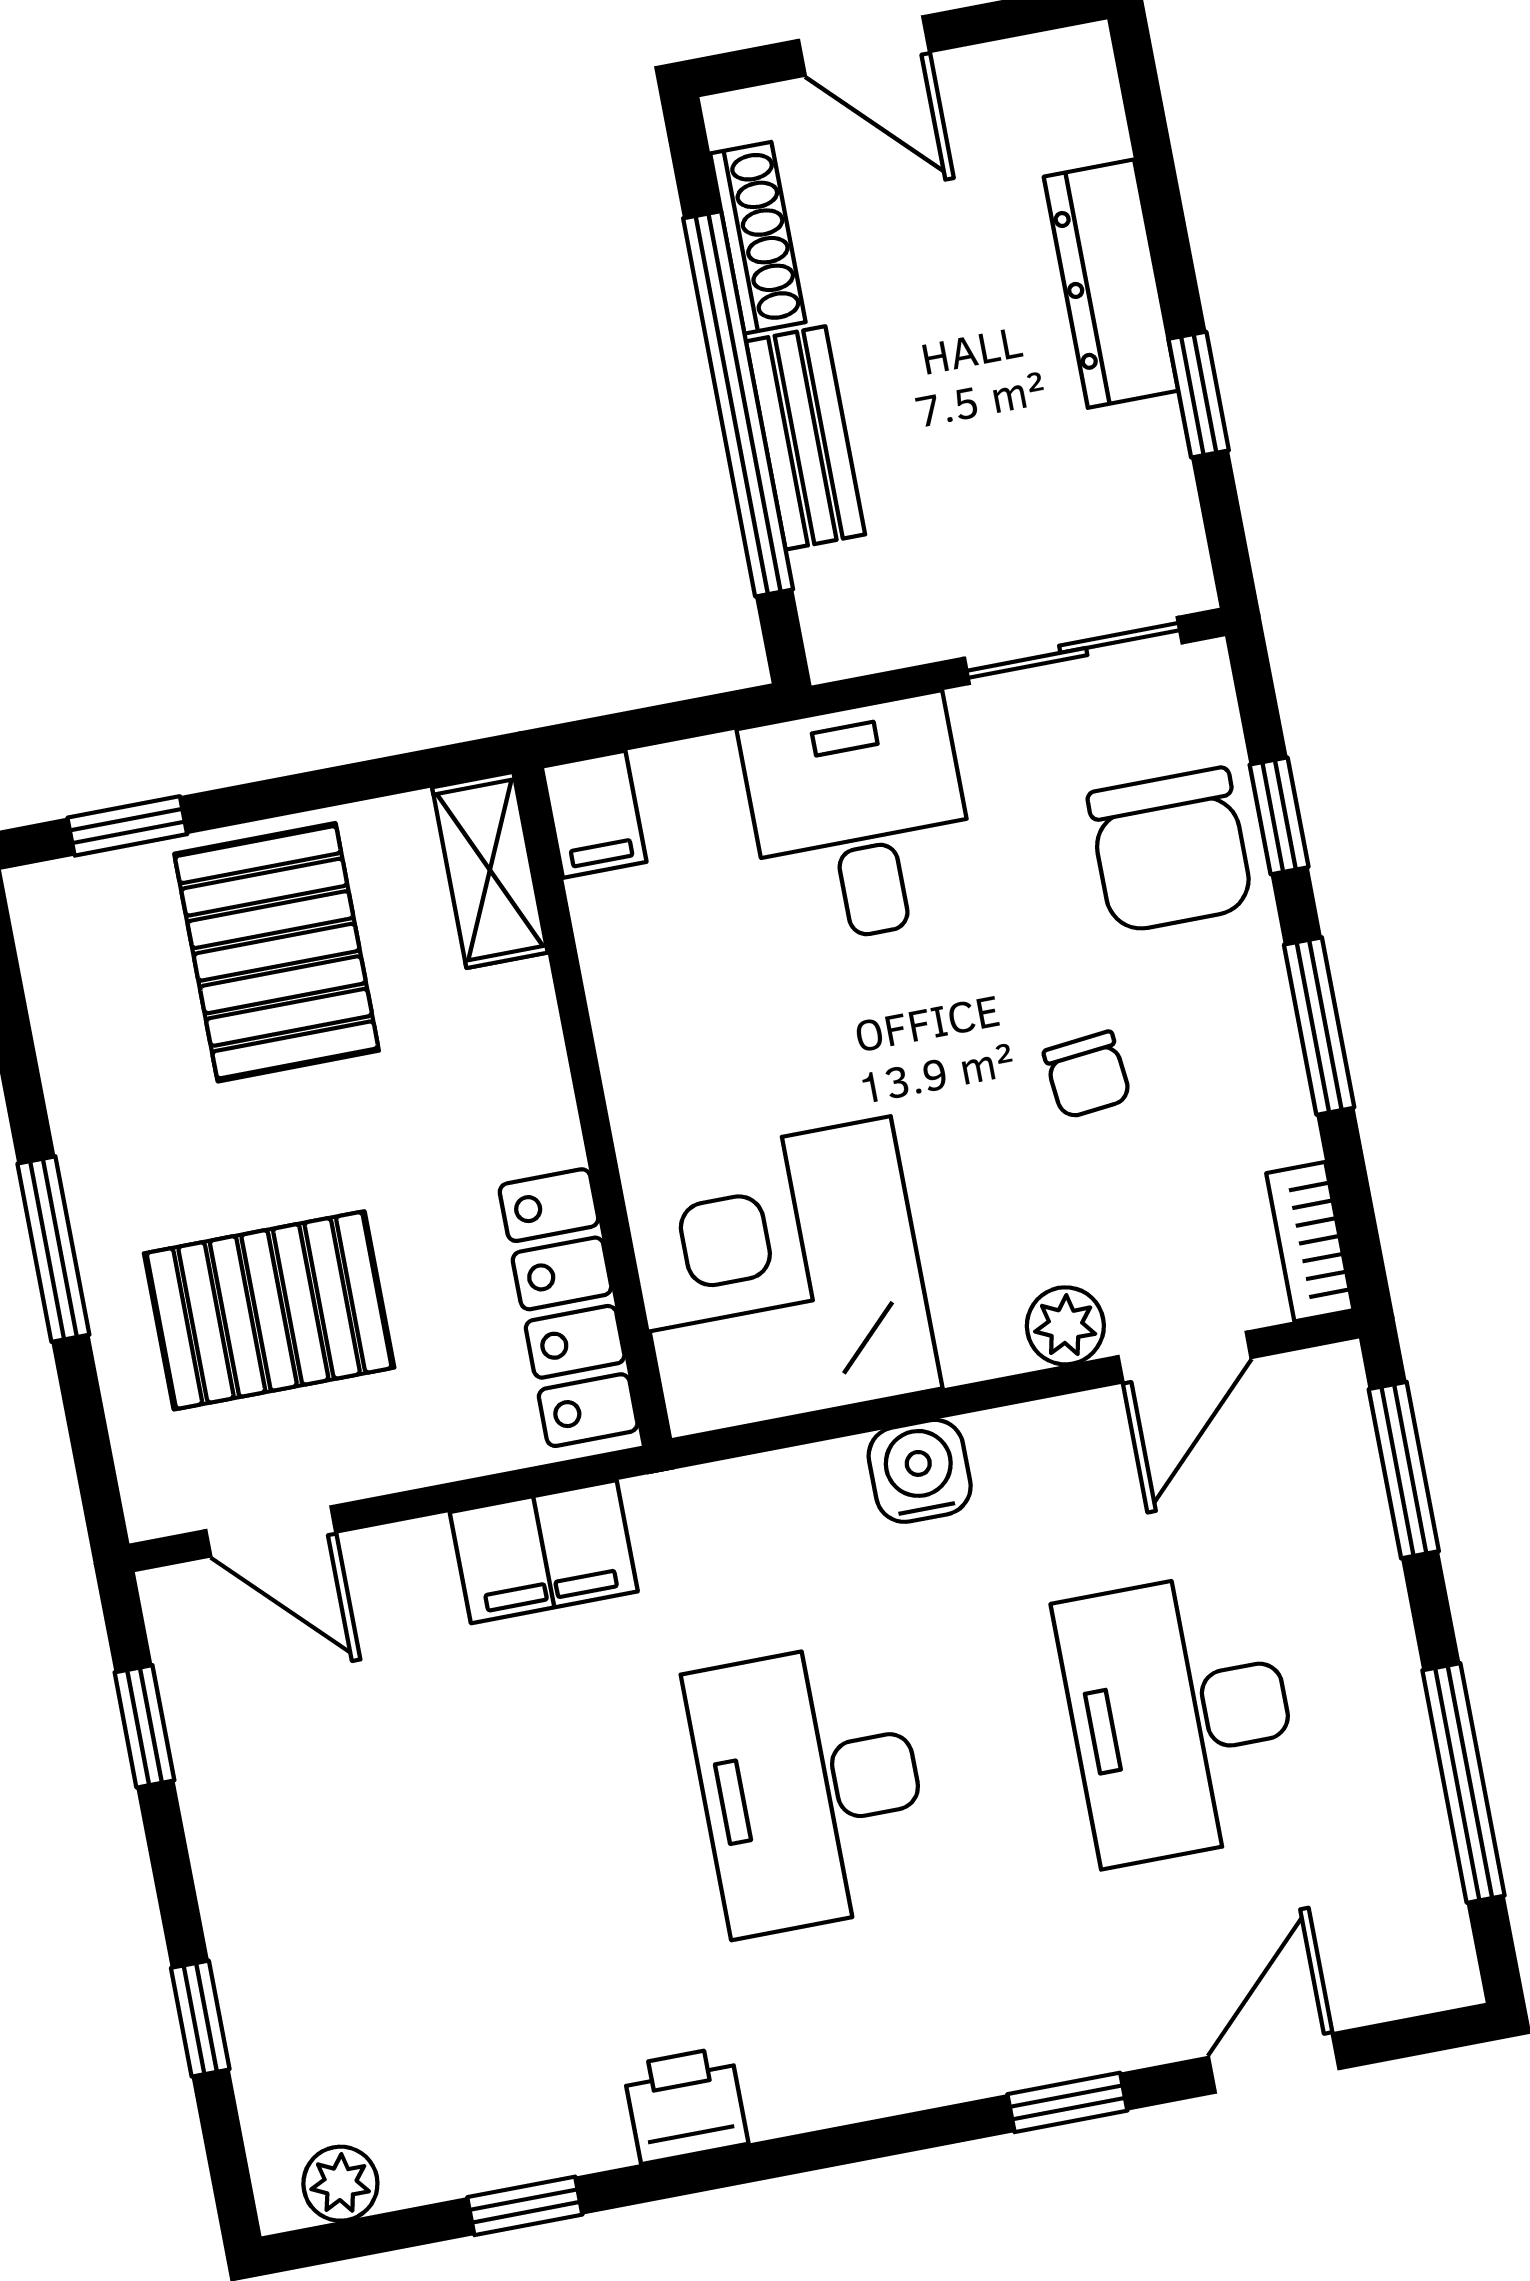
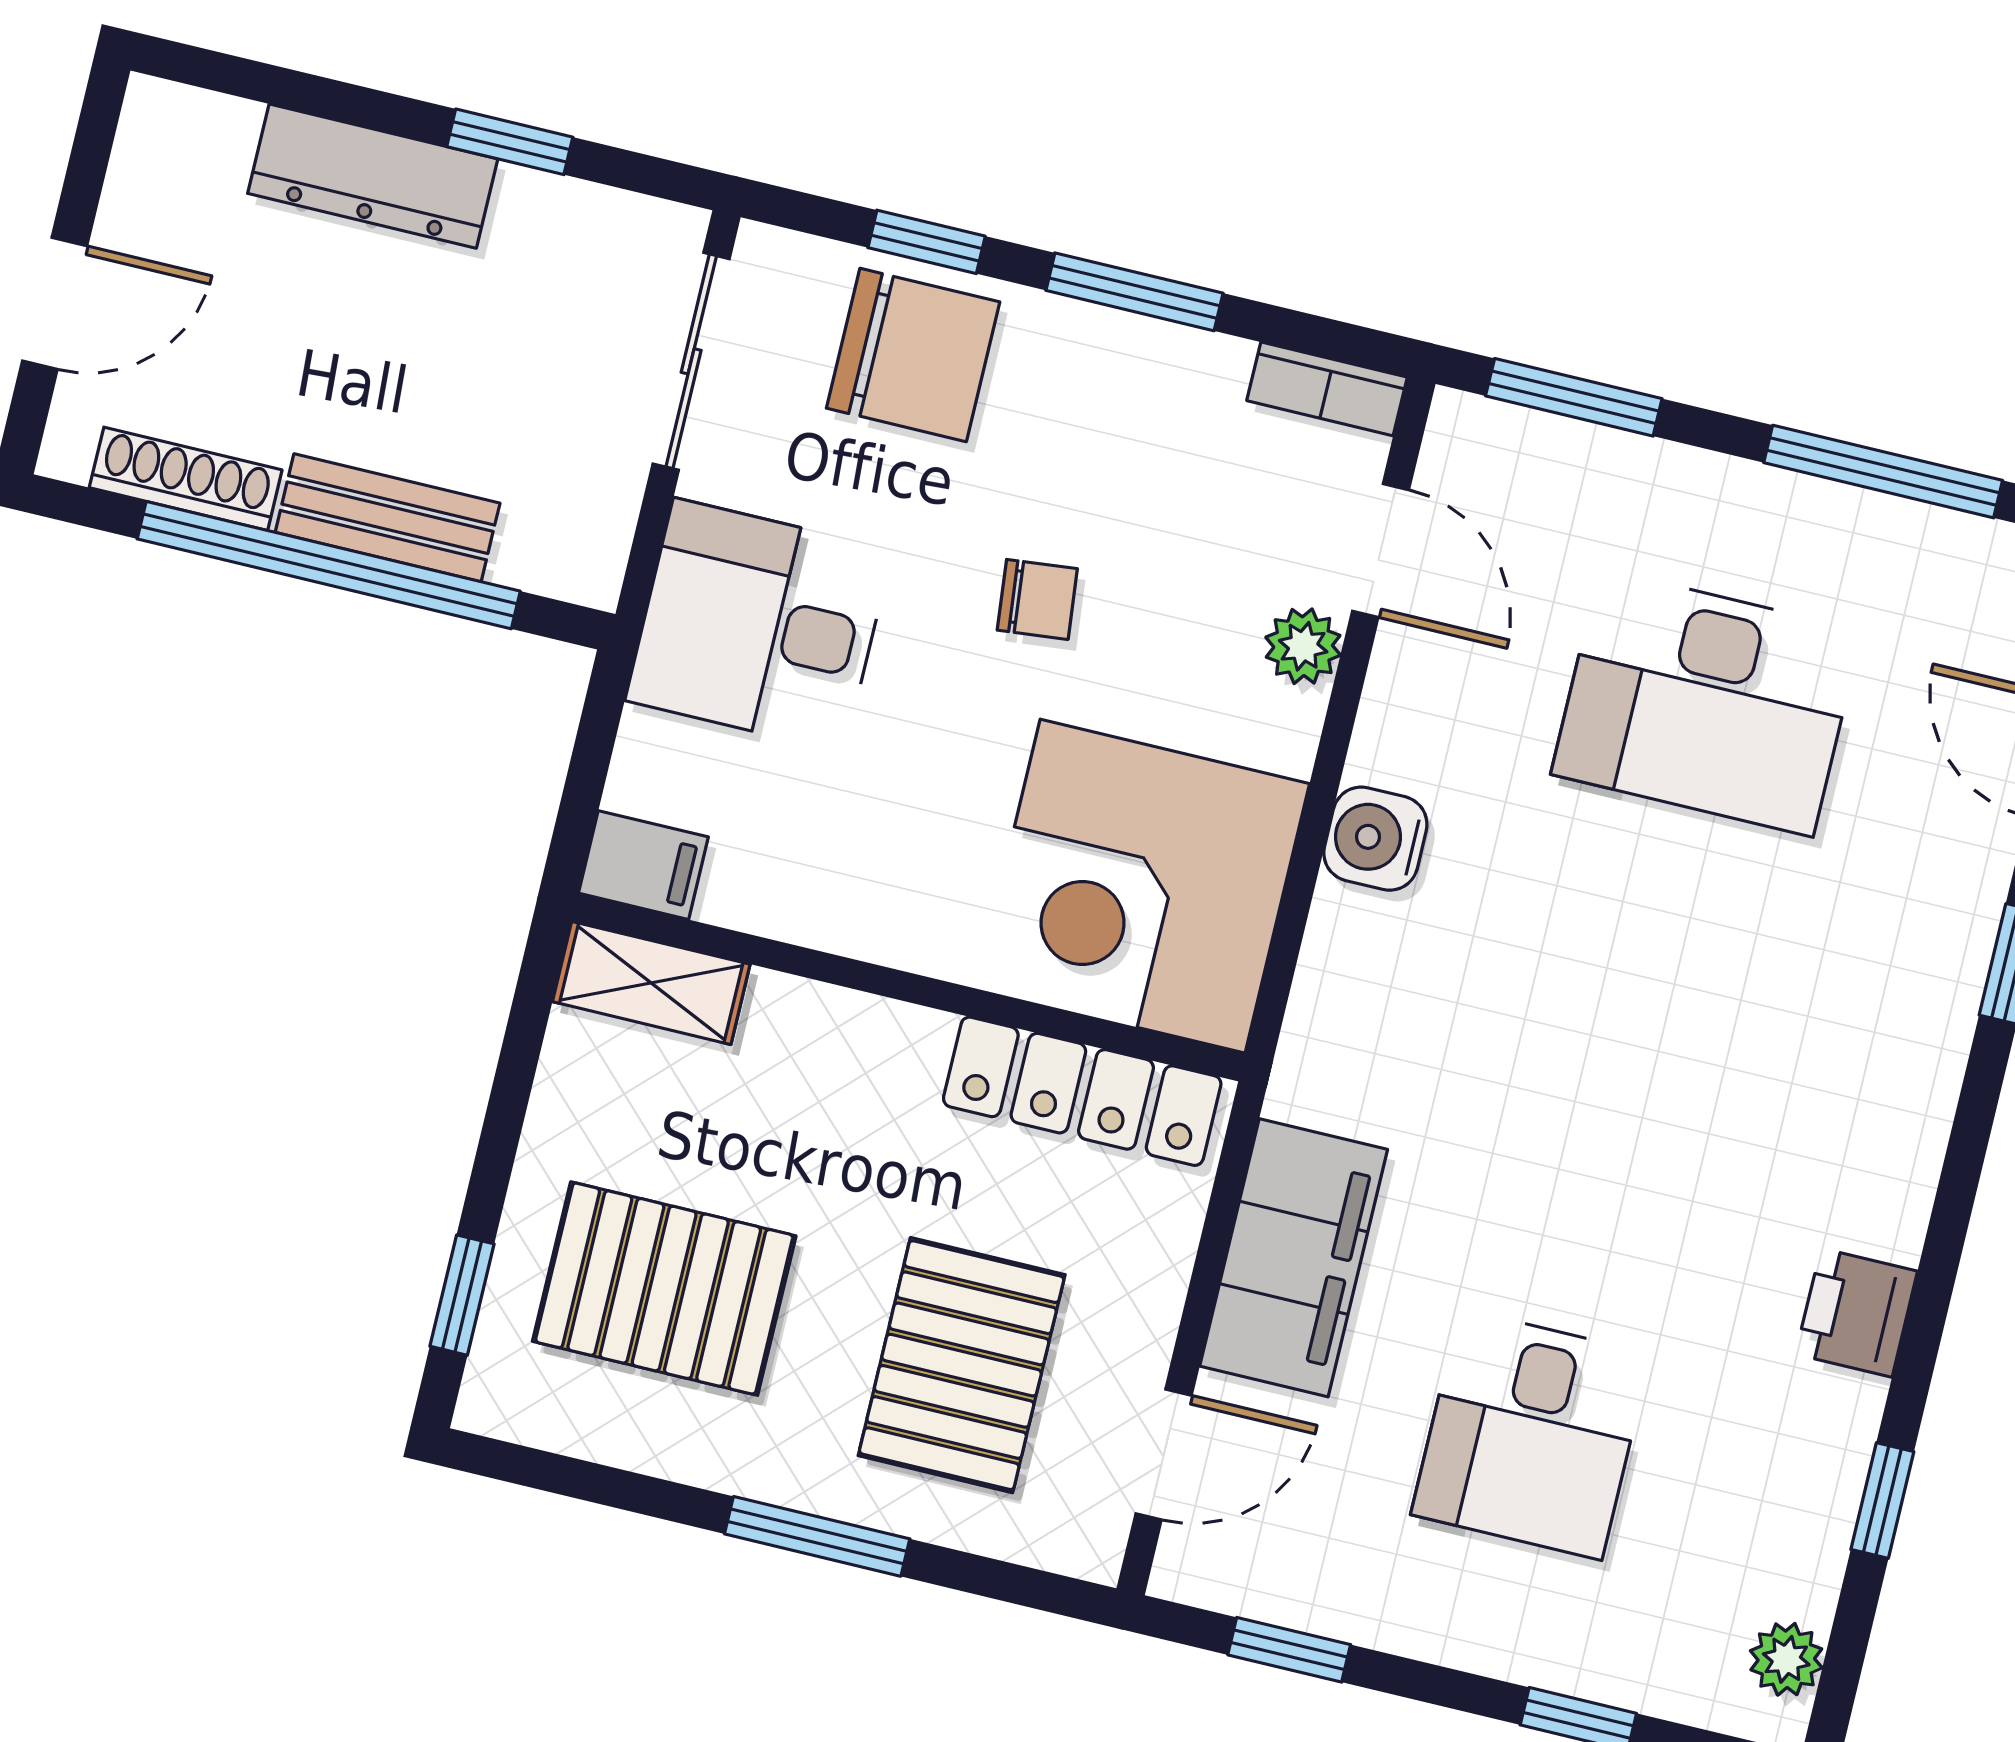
pallet: (277, 952) -> (664, 1289), moved
chair: (1087, 1075) -> (1037, 599), moved
filing cabinet: (544, 1552) -> (1294, 1258), width x1.50, depth x1.17
desk: (810, 1787) -> (1531, 1434), moved, width x0.73

